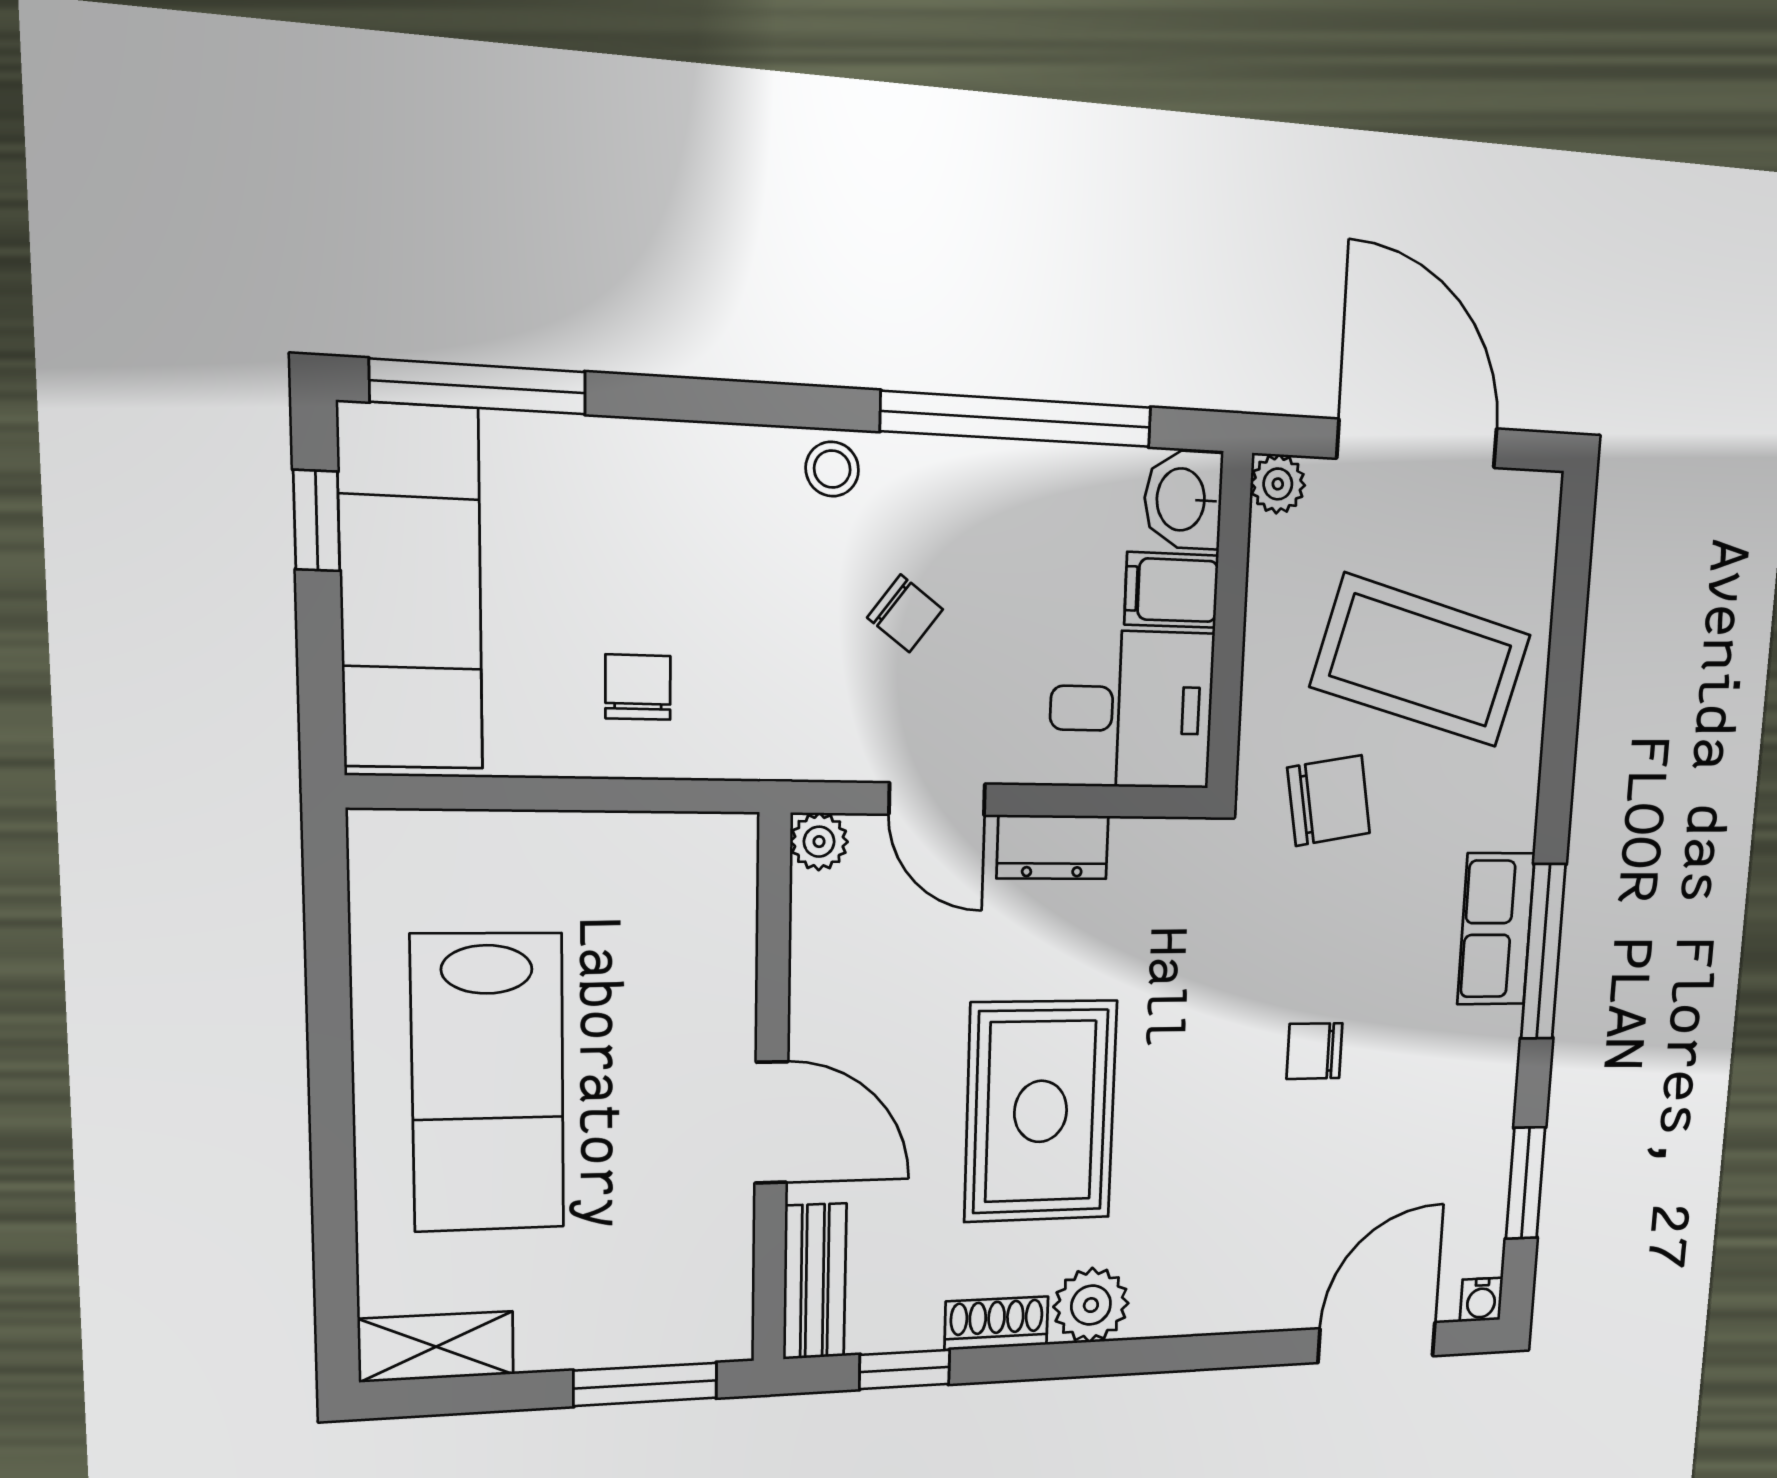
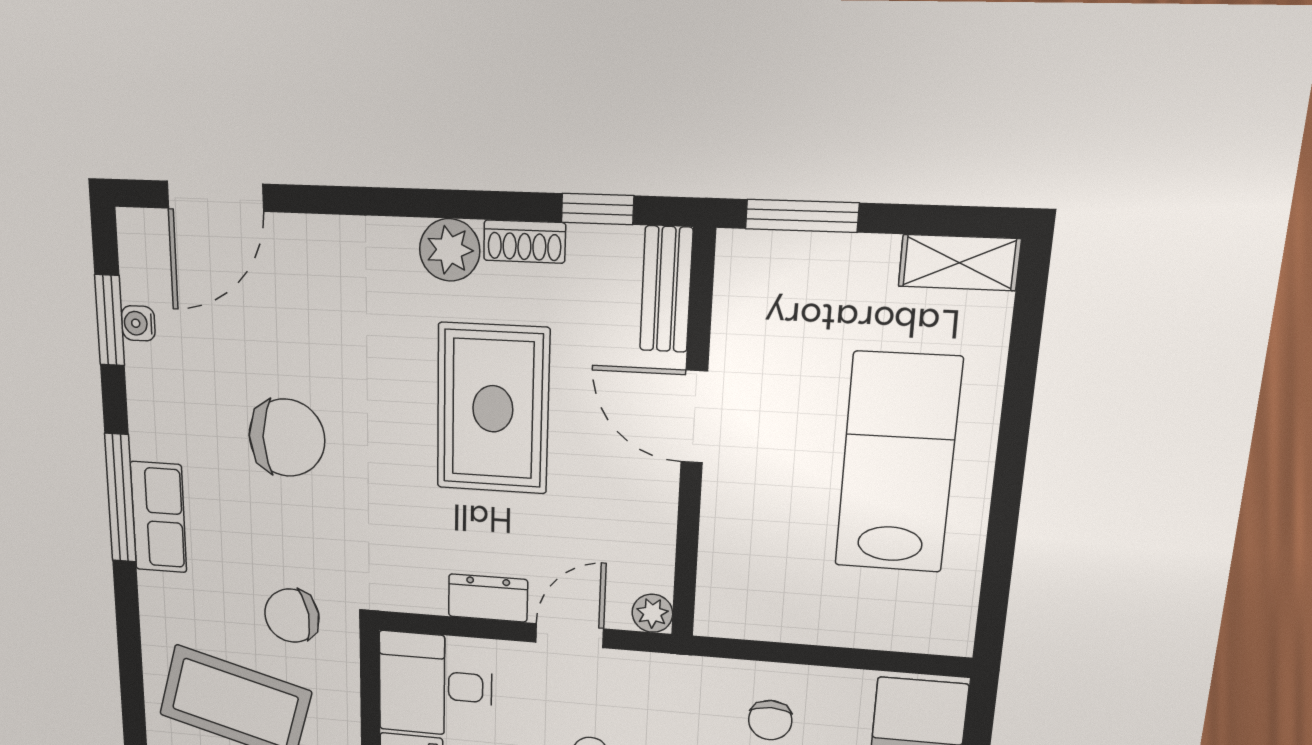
door: (937, 799) -> (570, 636), hinge flipped
chair: (1314, 1051) -> (287, 438), width x1.87, depth x1.87
water cooler: (1481, 1300) -> (138, 323), moved, turned -90

